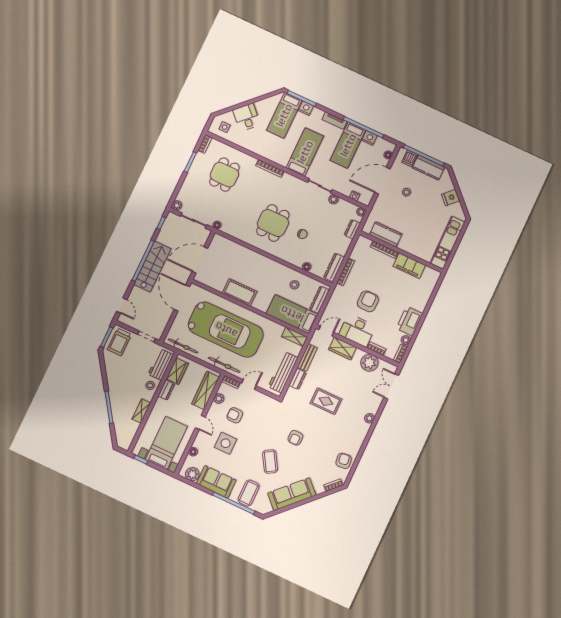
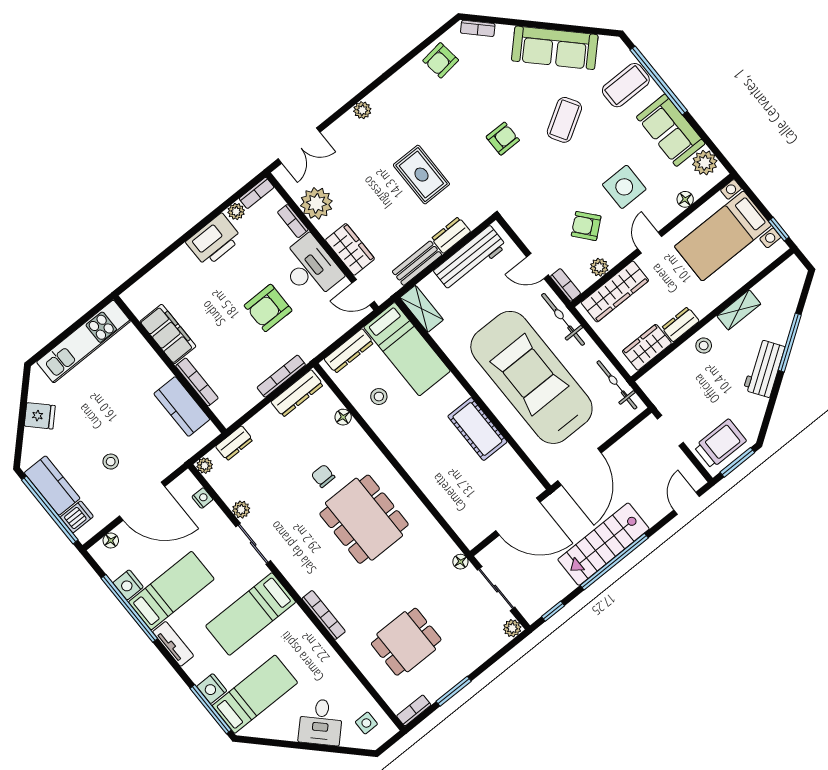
dining table: (273, 223) -> (364, 519), width x1.37
workbench: (161, 365) -> (764, 368), moved, turned 146
armchair: (235, 415) -> (586, 226), turned 140

